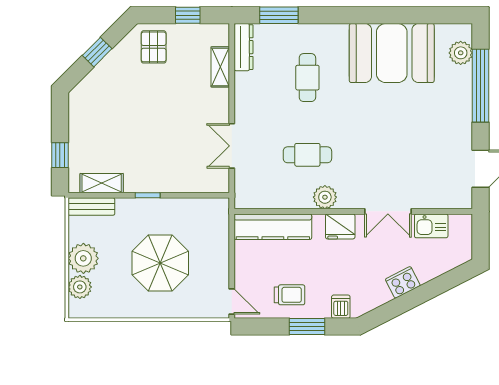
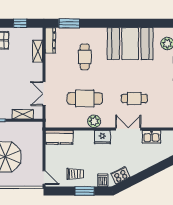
cafe table: (307, 155) -> (85, 98), width x1.37, depth x1.35
cafe table: (399, 155) -> (134, 98), added
shelving: (192, 184) -> (23, 114), added
double door: (388, 211) -> (128, 129), swing flipped
kitchen counter: (273, 227) -> (59, 137), width x0.67
cooker: (403, 282) -> (120, 175), moved

